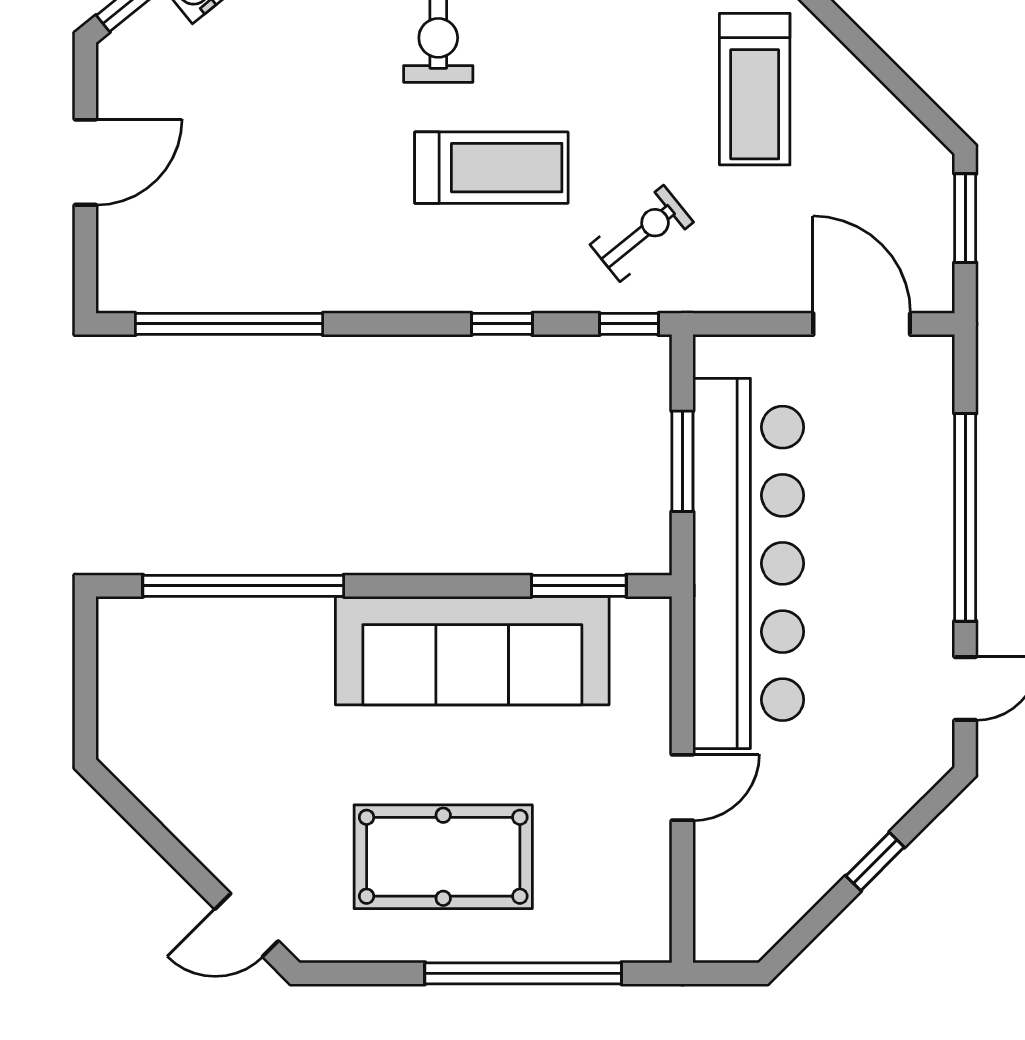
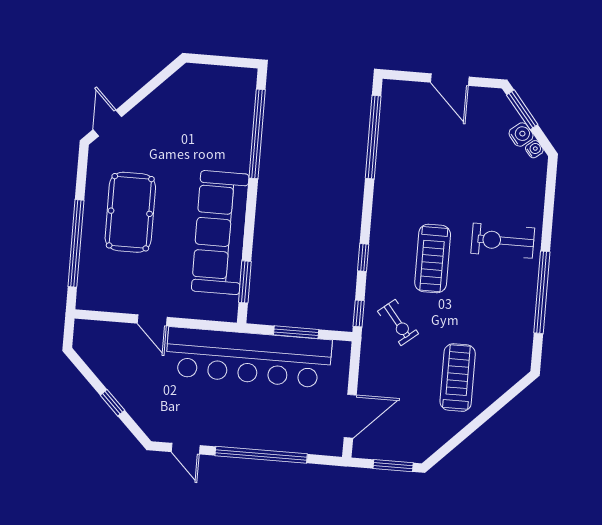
treadmill: (755, 89) -> (458, 378), turned 90

